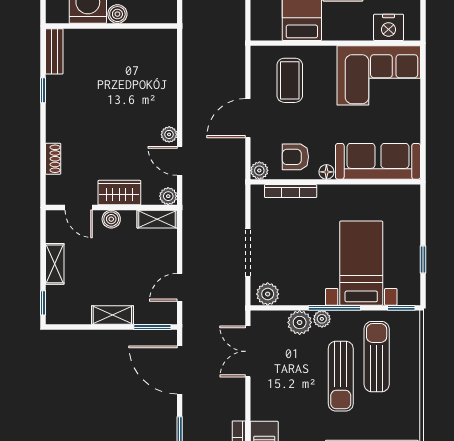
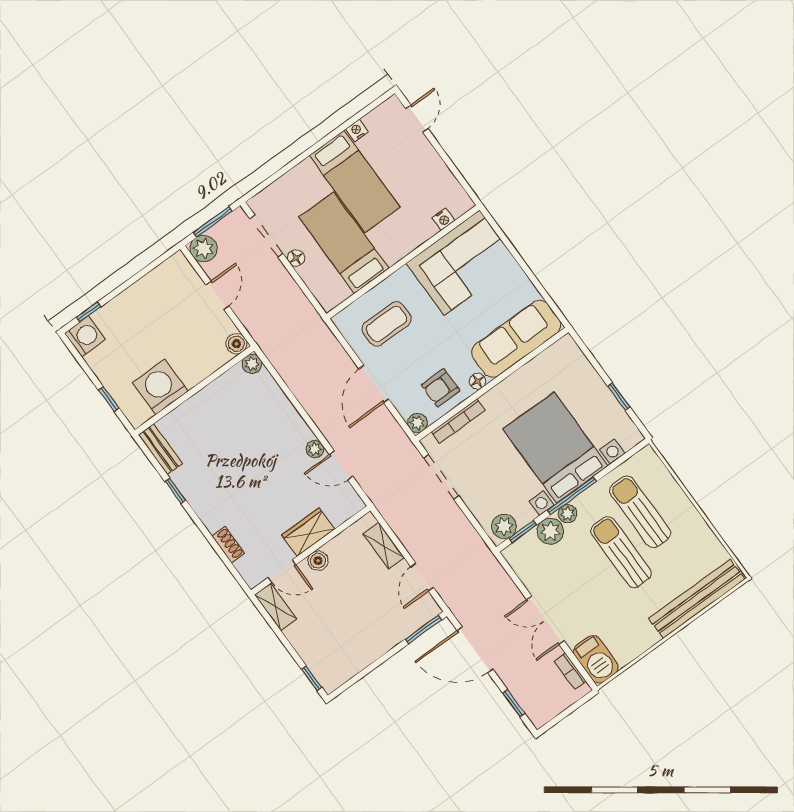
boiler: (117, 14) -> (236, 344), moved
nightstand: (389, 27) -> (443, 219), width x0.53, depth x0.56
coffee table: (290, 80) -> (387, 324), turned 90
plant: (168, 196) -> (252, 364), moved
shelving: (157, 219) -> (384, 546), moved, turned 90
doorway: (248, 252) -> (441, 477), moved
bed with nightstands: (361, 263) -> (555, 448), width x1.36
shelving: (55, 264) -> (276, 607), moved
window: (401, 308) -> (523, 531), moved
shelving: (112, 315) -> (381, 644), removed
double door: (248, 351) -> (545, 620), moved
sun lounger: (341, 376) -> (621, 552), turned 180

